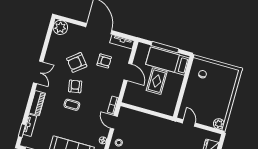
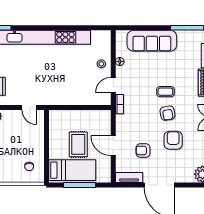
armchair: (77, 62) -> (173, 140), turned -51
door: (114, 122) -> (113, 85), swing flipped

